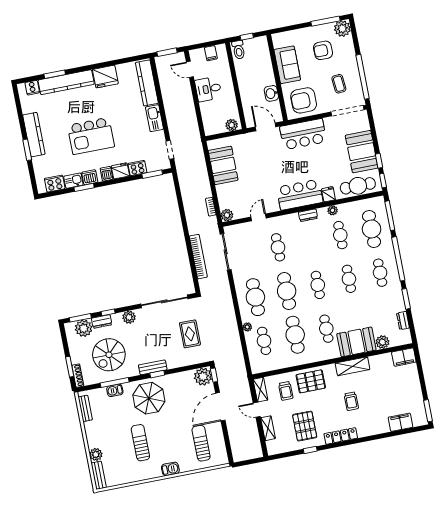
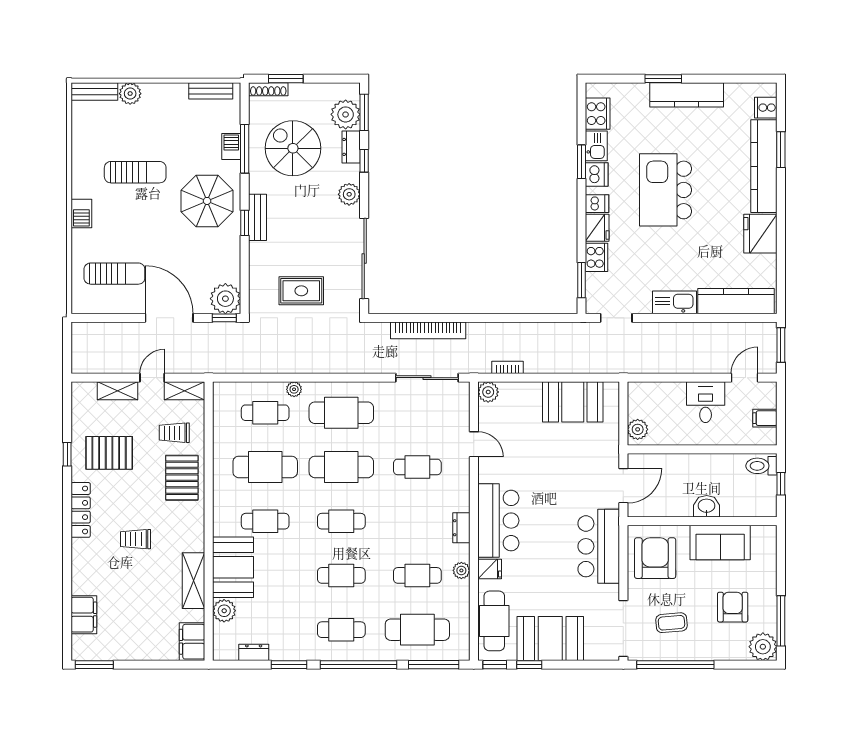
washbasin: (271, 93) -> (707, 506), moved
shelving: (353, 366) -> (194, 581), moved

